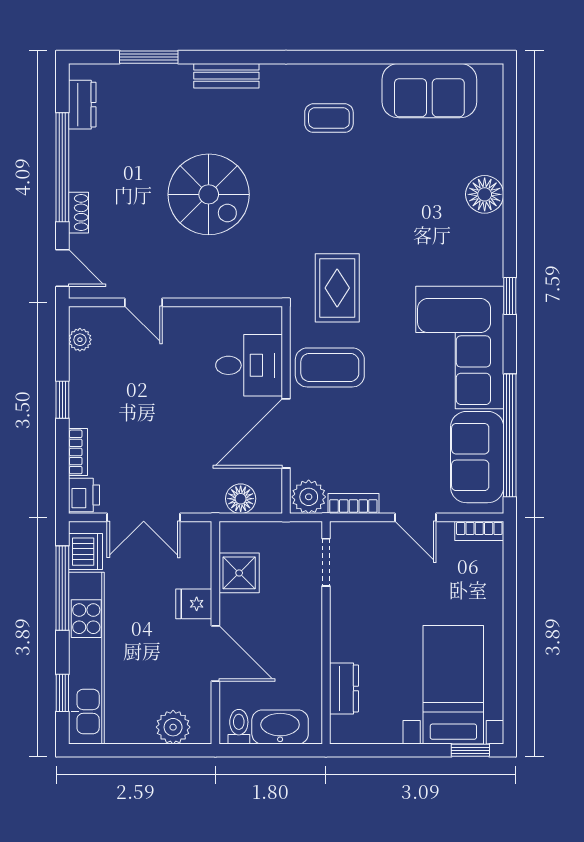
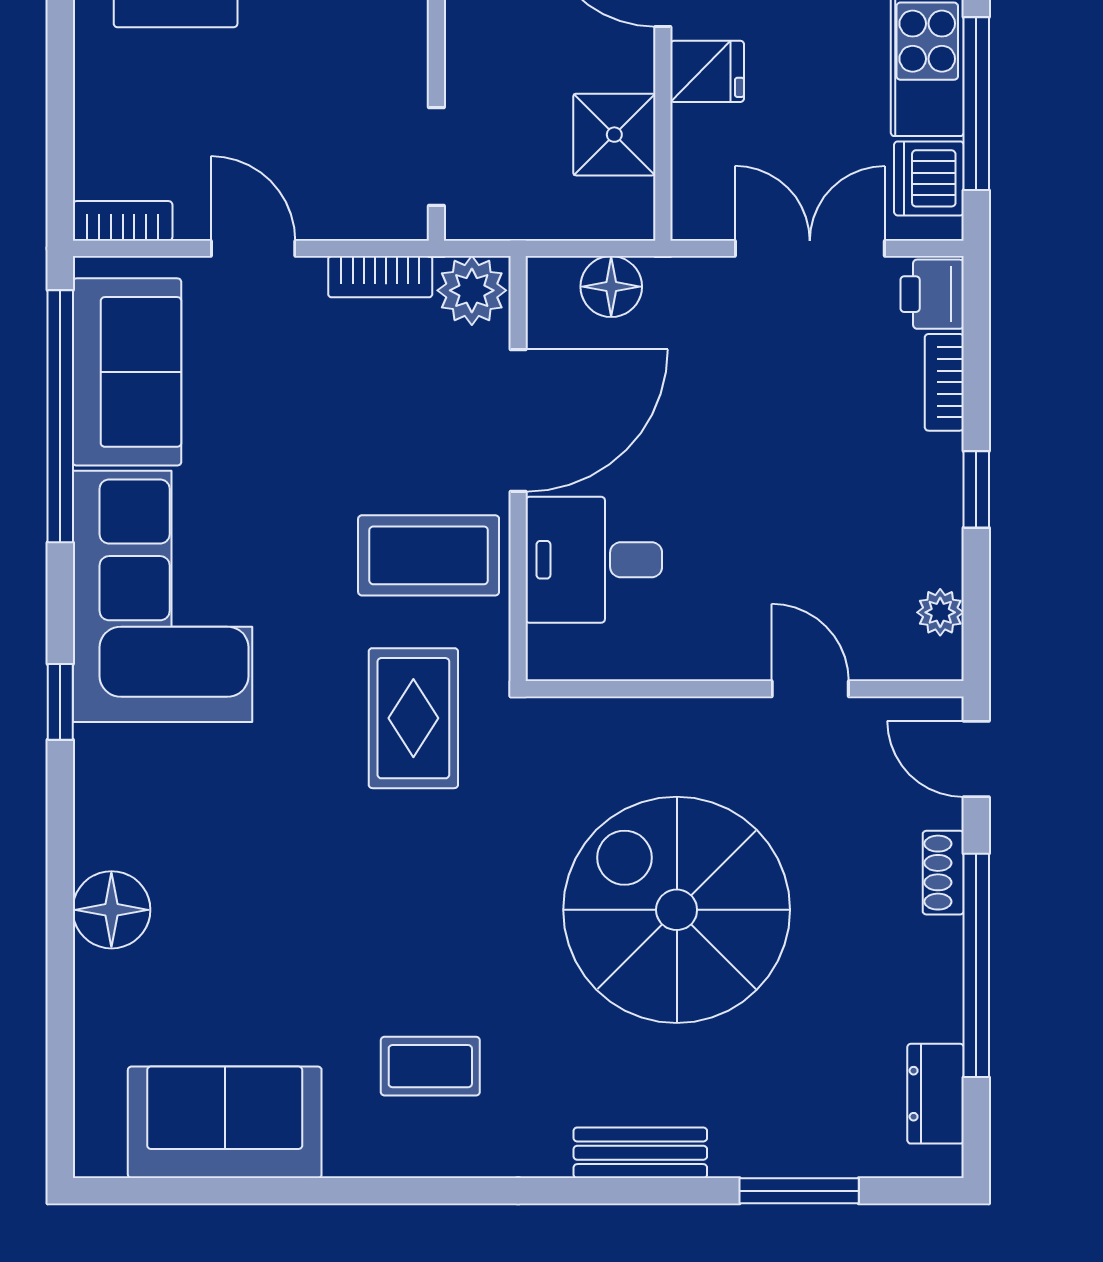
spiral stairs: (209, 194) -> (677, 910), width x1.37, depth x1.37

